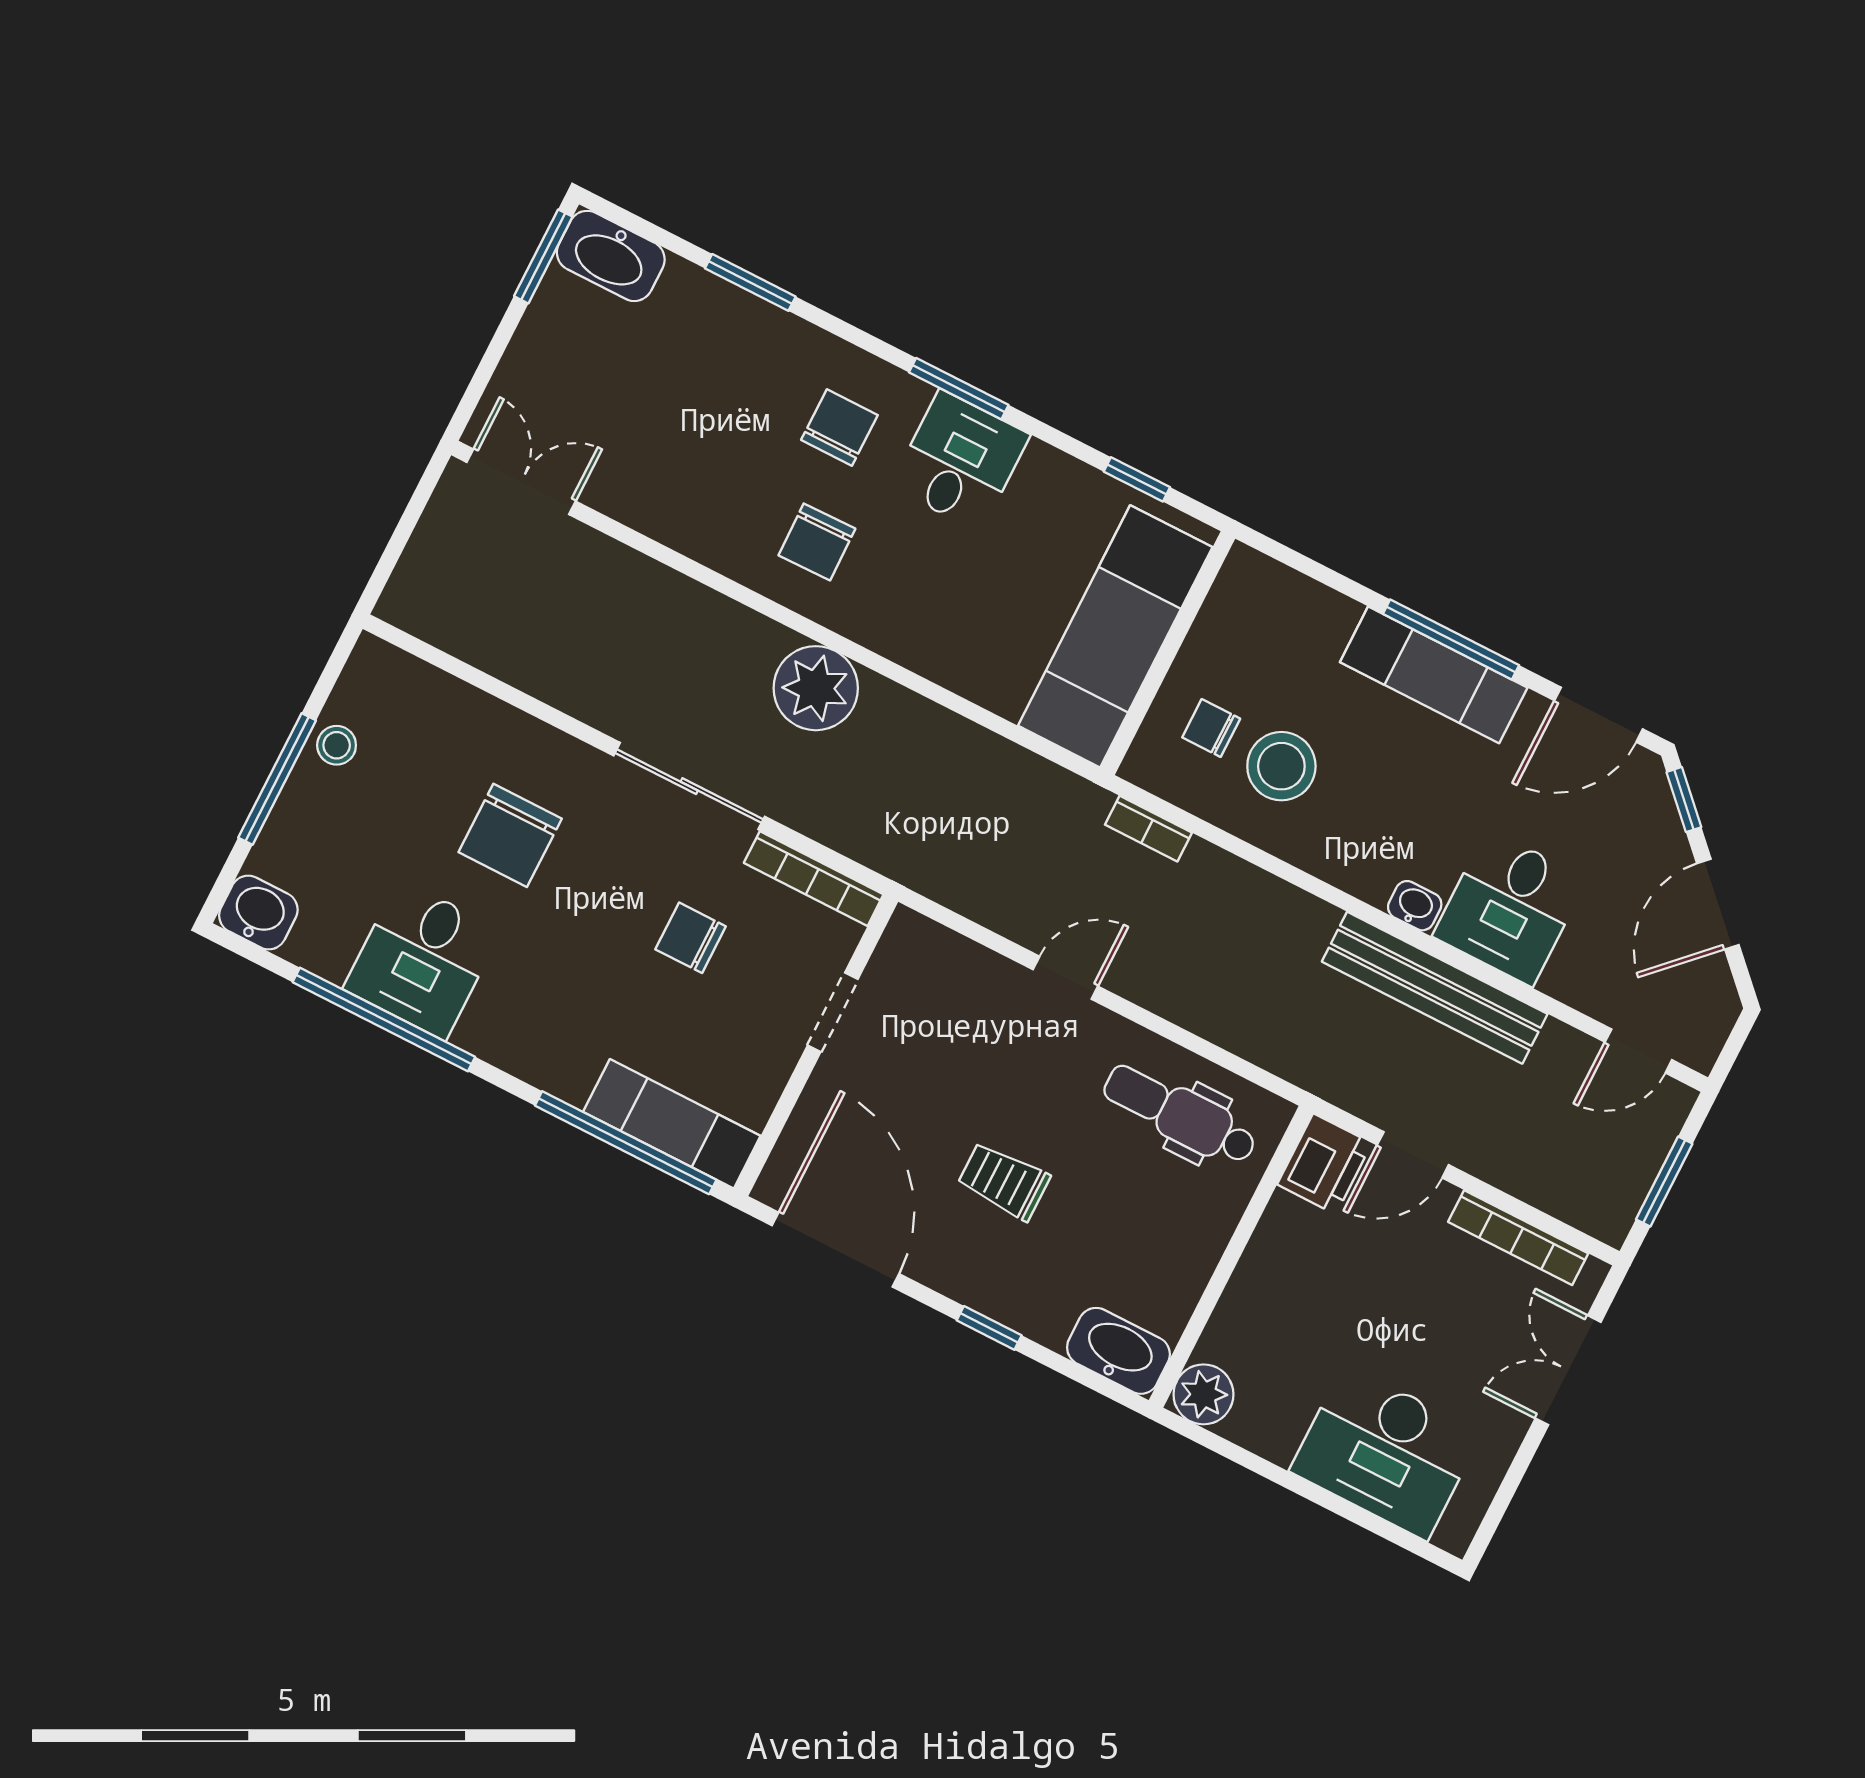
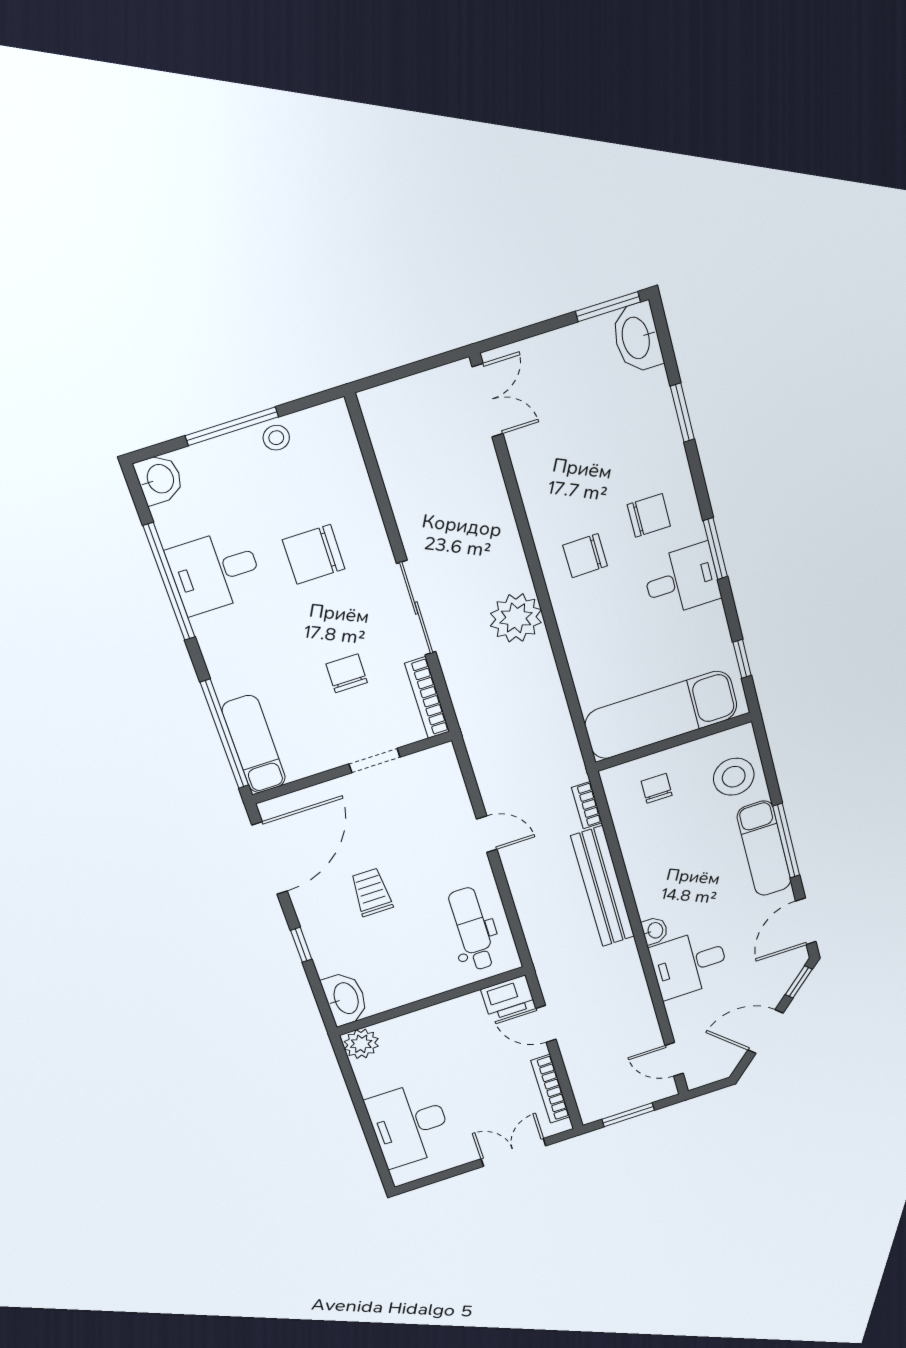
door: (1599, 715) -> (806, 921), hinge flipped
stool: (1281, 766) -> (734, 777), moved
bench: (1435, 988) -> (603, 886), moved

